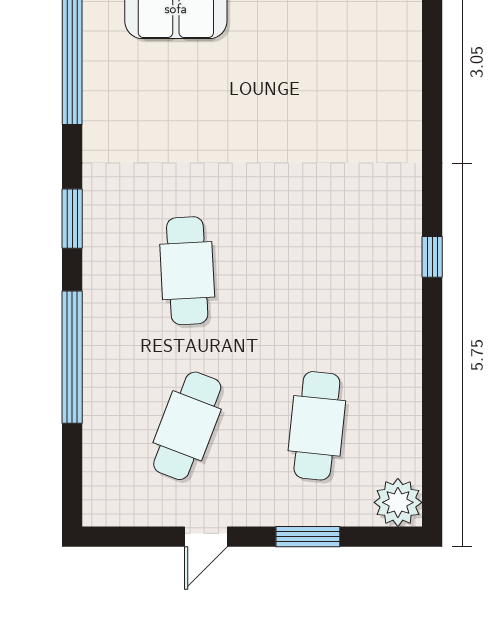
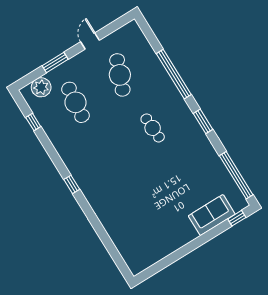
cafe table: (187, 271) -> (153, 128), width x0.73, depth x0.74
window: (432, 439) -> (33, 122), added
plant: (398, 502) -> (41, 87), moved

